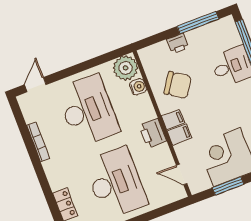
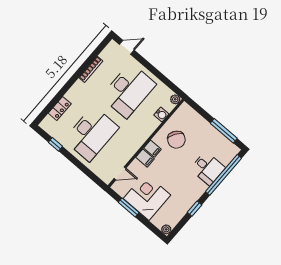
printer: (178, 43) -> (203, 125), removed
plant: (126, 68) -> (175, 99), width x0.53, depth x0.53
printer: (153, 133) -> (136, 140), removed
door: (182, 174) -> (120, 173), swing flipped

